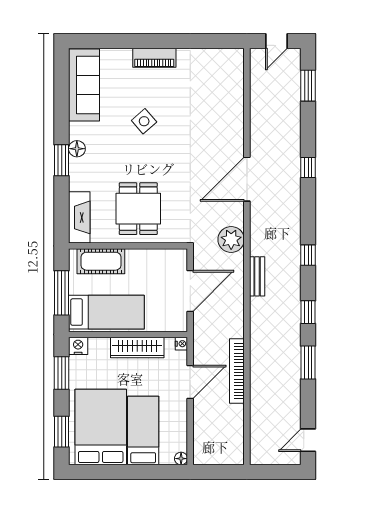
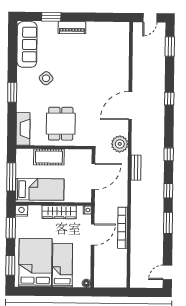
window: (122, 41) -> (51, 17), added
side table: (144, 121) -> (46, 78), moved
floor lamp: (77, 149) -> (22, 85), removed
cot: (101, 261) -> (49, 157), moved

